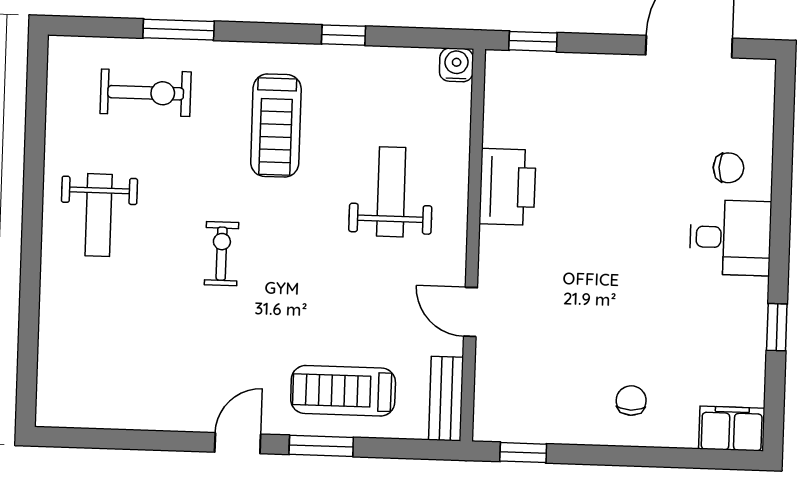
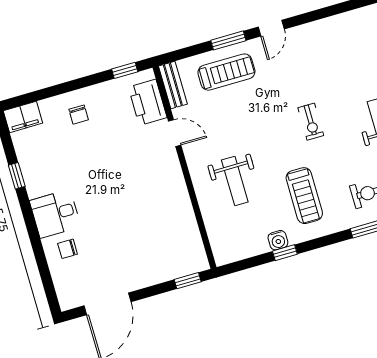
water cooler: (456, 65) -> (278, 240), moved
treadmill: (276, 126) -> (304, 196), turned 180
printer: (507, 187) -> (148, 102), moved

